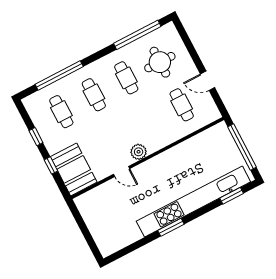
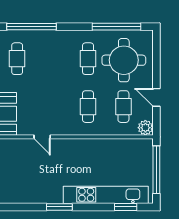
round table: (160, 62) -> (124, 60), width x1.36, depth x1.36
cafe table: (94, 95) -> (88, 107), moved
plant: (139, 152) -> (145, 128), moved
kitchen unit: (193, 202) -> (106, 195), width x0.73

